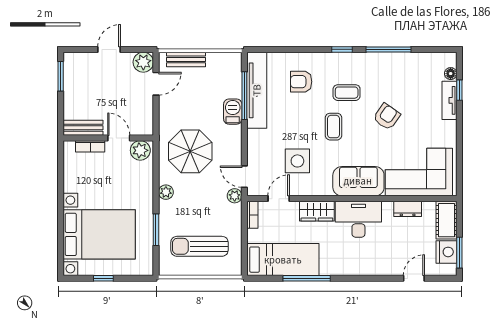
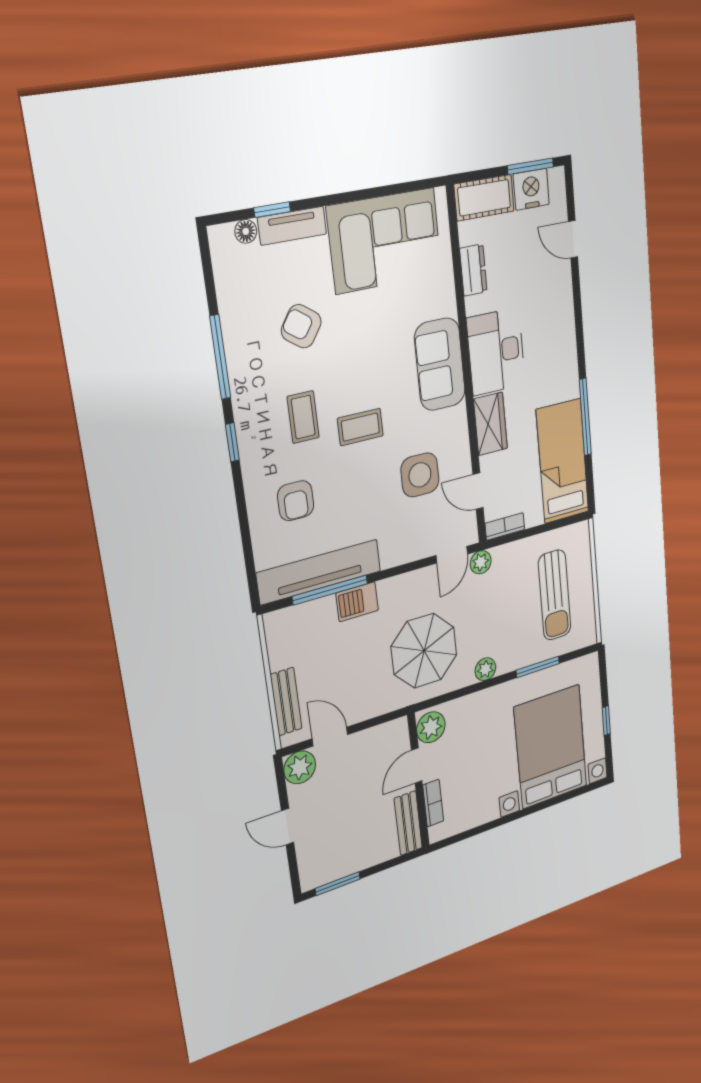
armchair: (387, 117) -> (301, 326), moved
corner sofa: (419, 172) -> (385, 241), moved, turned -90

